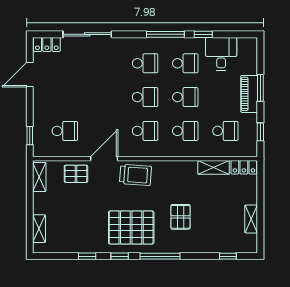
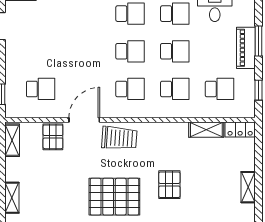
pallet: (76, 174) -> (53, 137), turned 90

